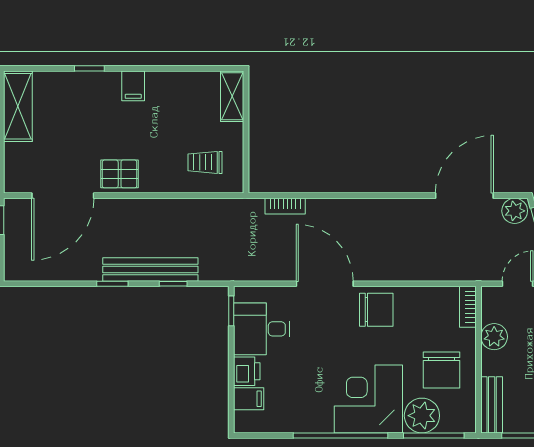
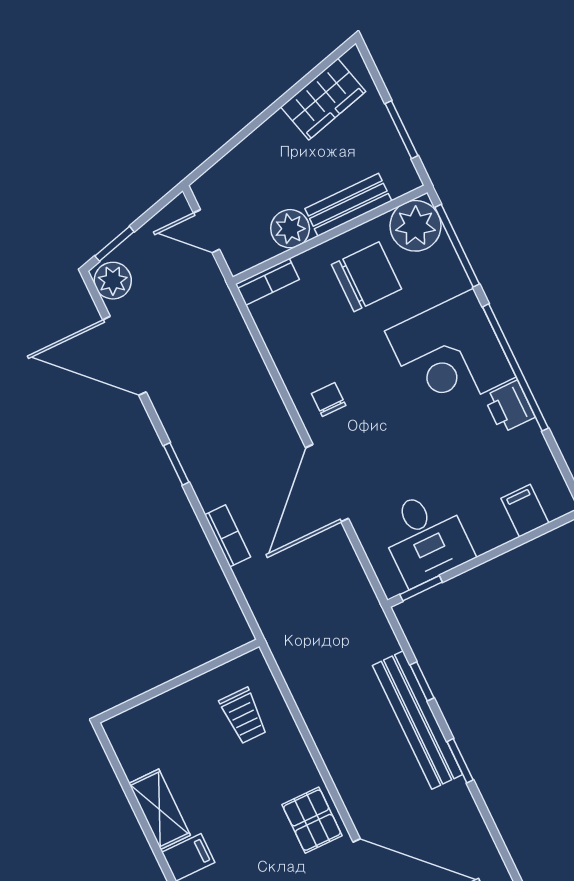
shelving: (232, 96) -> (159, 809), moved, turned 90
window: (382, 196) -> (176, 464), added
bookcase: (285, 206) -> (228, 536), moved
chair: (376, 310) -> (329, 399), width x0.54, depth x0.54
printer: (247, 371) -> (509, 407), moved, turned -90
bench: (492, 405) -> (348, 205), moved
plant: (422, 416) -> (415, 226), moved

